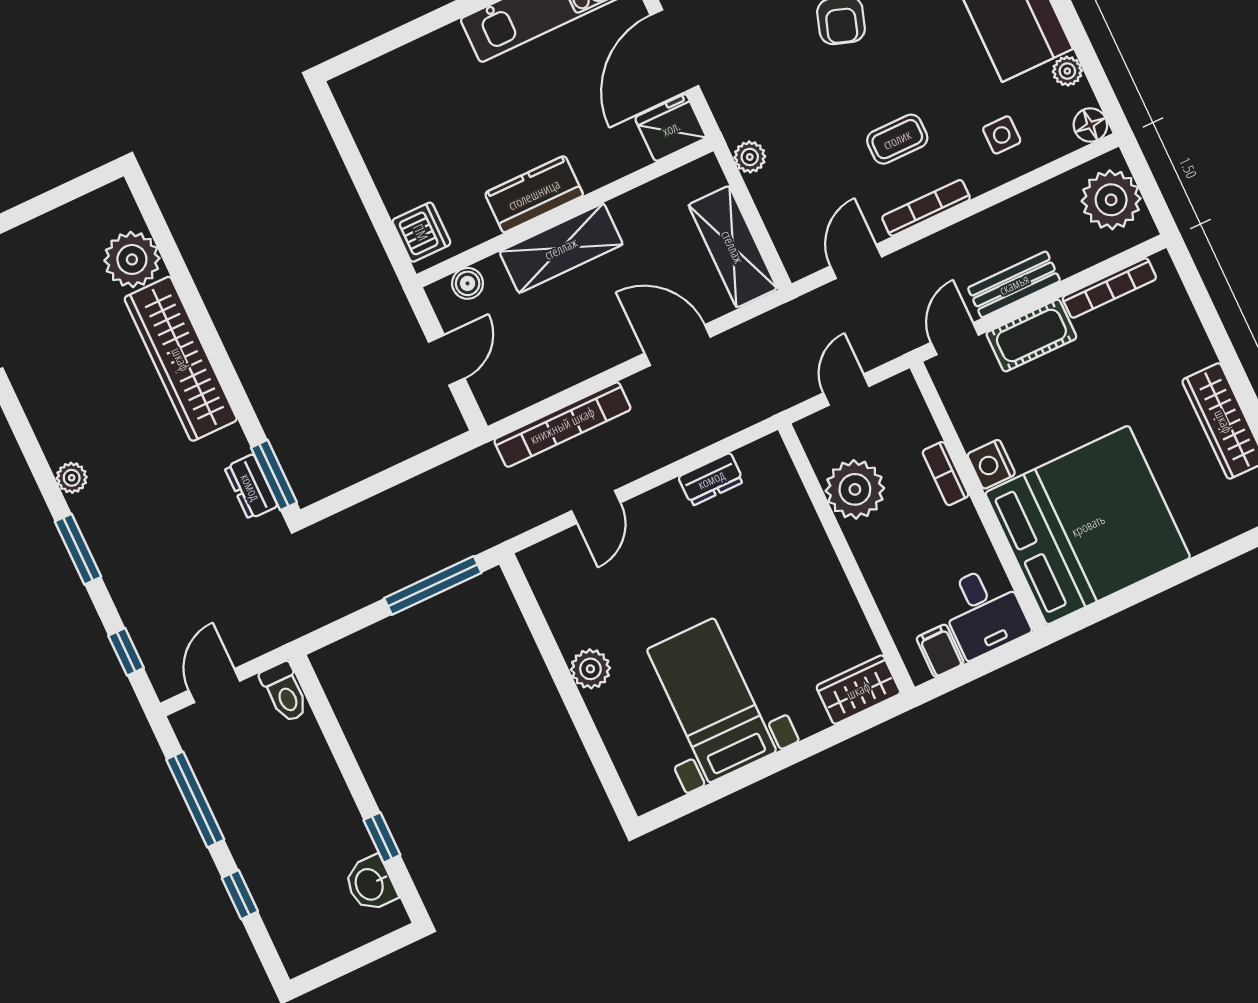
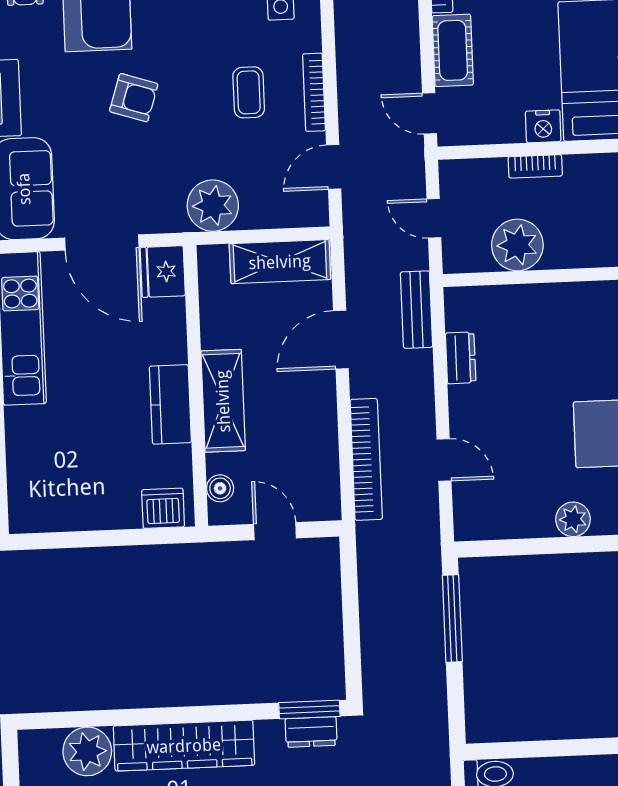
plant: (750, 157) -> (213, 206), width x1.87, depth x1.87
door: (856, 261) -> (334, 167), hinge flipped
bench: (1014, 284) -> (417, 310), moved

